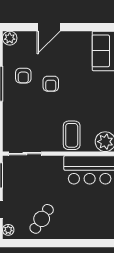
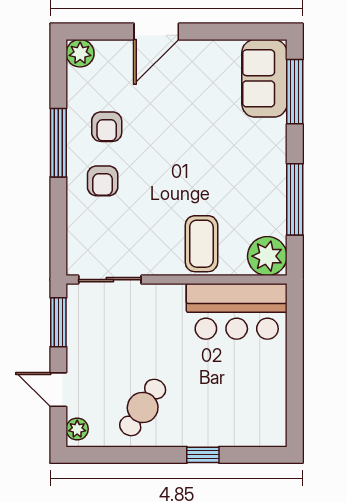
armchair: (51, 84) -> (103, 181), moved
window: (72, 243) -> (203, 455), added

